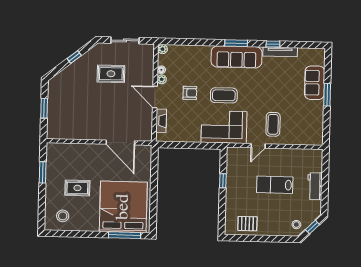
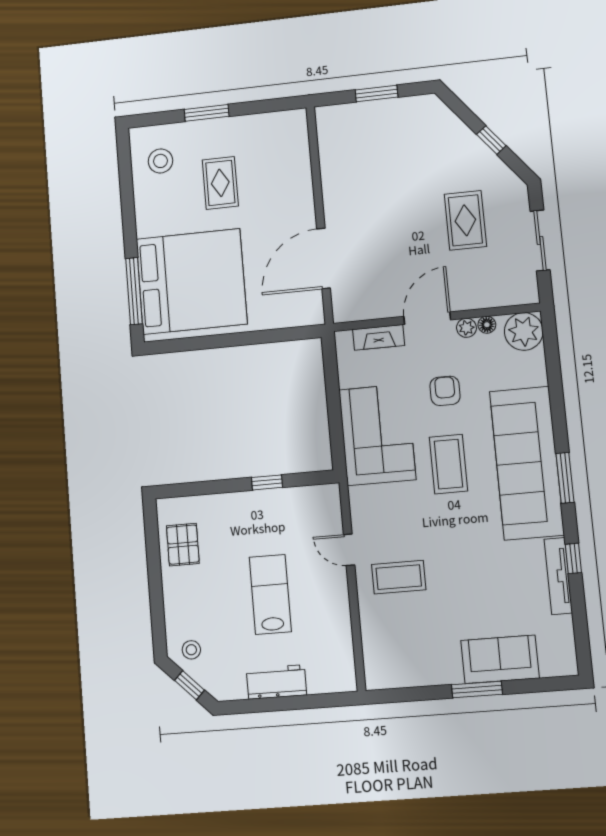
plant: (163, 49) -> (524, 331), width x1.88, depth x1.88
sofa: (237, 57) -> (527, 463), width x1.36, depth x1.27
armchair: (190, 93) -> (445, 391), turned 180
corner sofa: (224, 127) -> (377, 435), moved
window: (43, 172) -> (207, 113), moved

